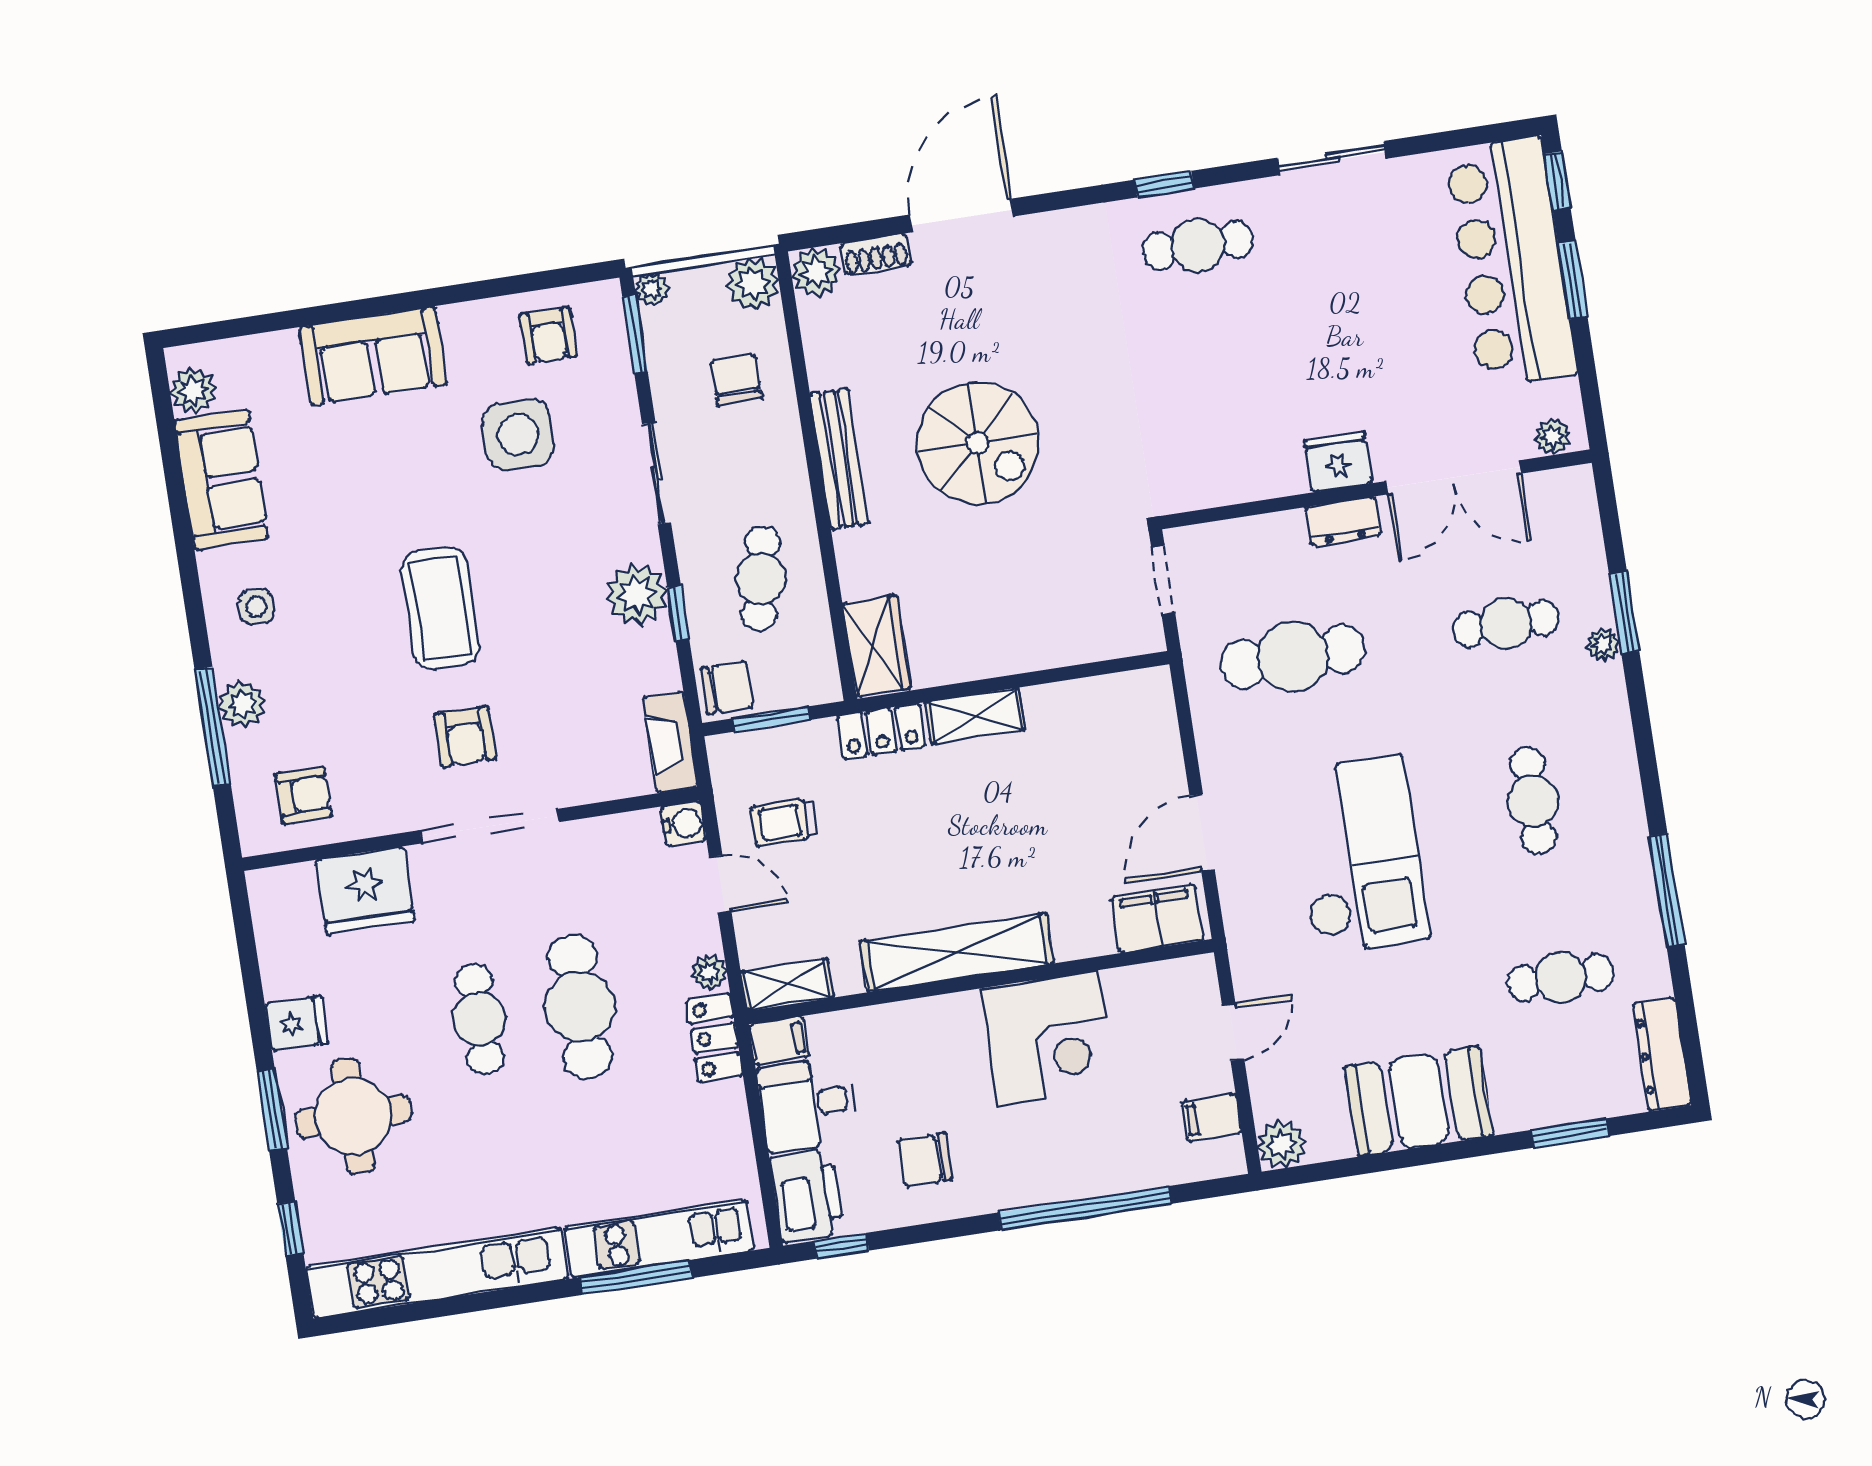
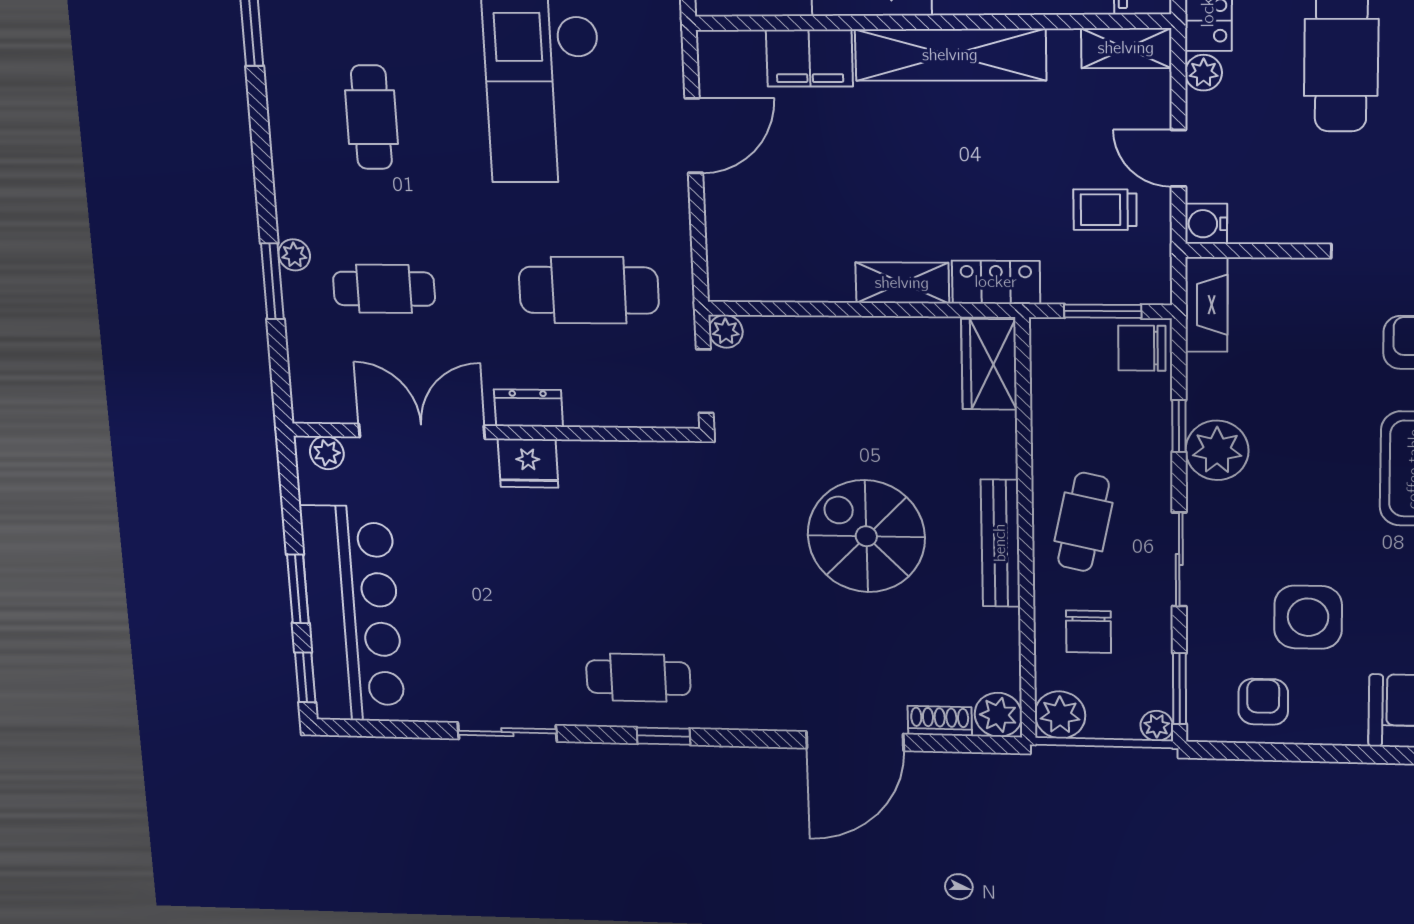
cafe table: (761, 579) -> (1083, 522), moved
plant: (1147, 636) -> (726, 331), added
trolley: (784, 822) -> (1105, 210), turned 180
filing cabinet: (1157, 919) -> (809, 58), moved

